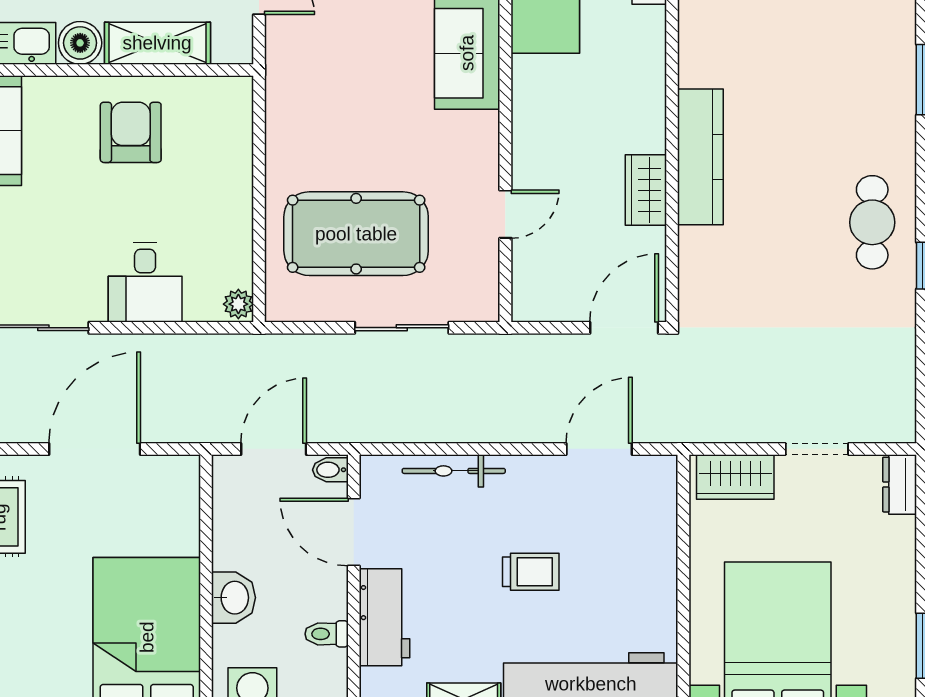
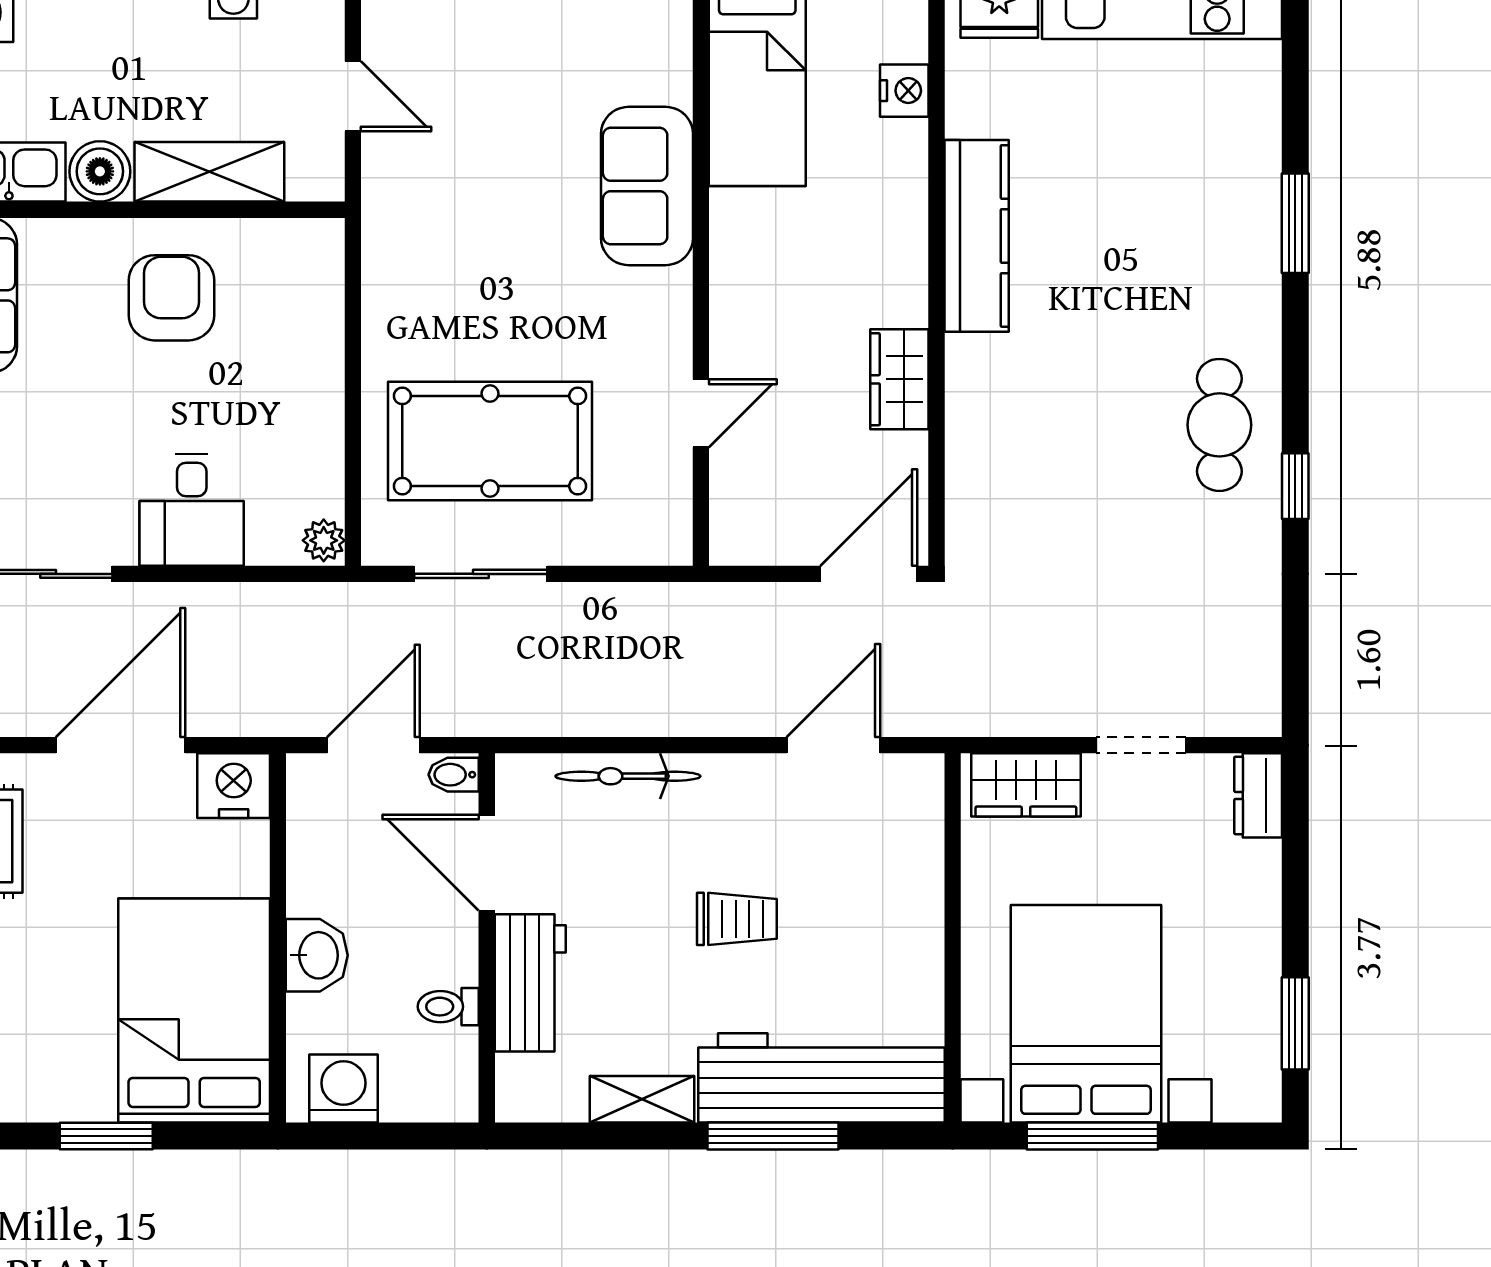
kitchen counter: (700, 157) -> (977, 236), moved
sliding door: (402, 328) -> (481, 574), moved
nightstand: (175, 478) -> (234, 786), added

